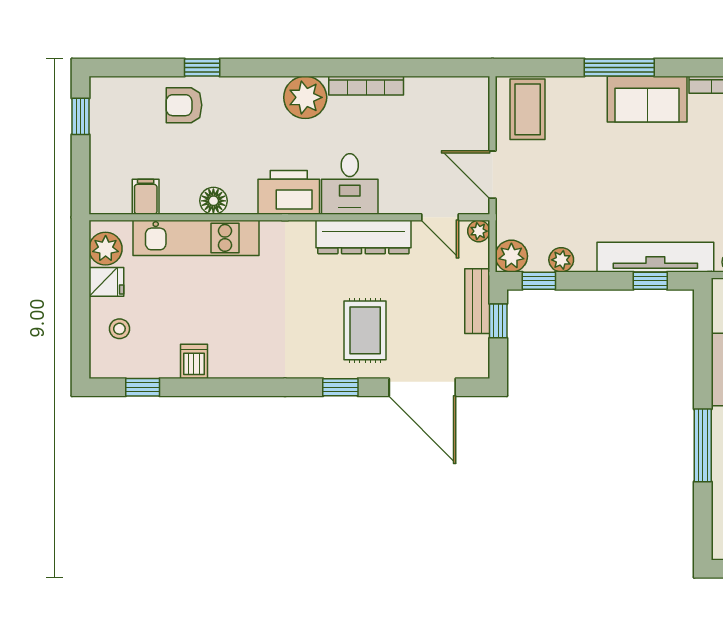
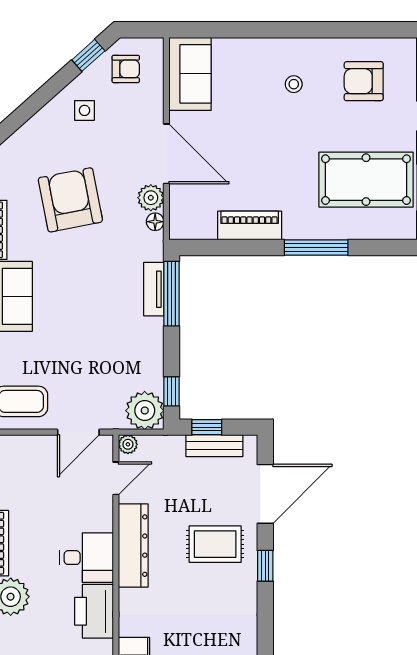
plant: (511, 256) -> (145, 411), width x1.36, depth x1.36
tv unit: (655, 257) -> (154, 289), width x0.52, depth x0.78
plant: (561, 260) -> (153, 372), removed
window: (650, 281) -> (172, 294), width x2.17
bench: (477, 301) -> (214, 446), moved

